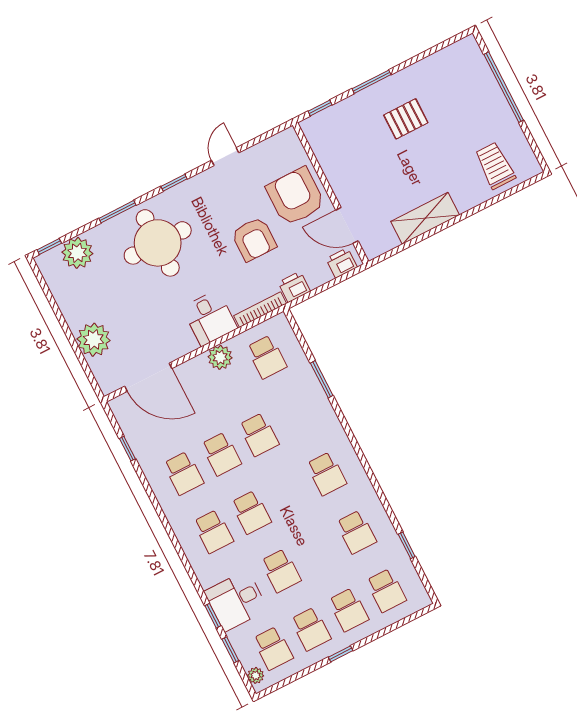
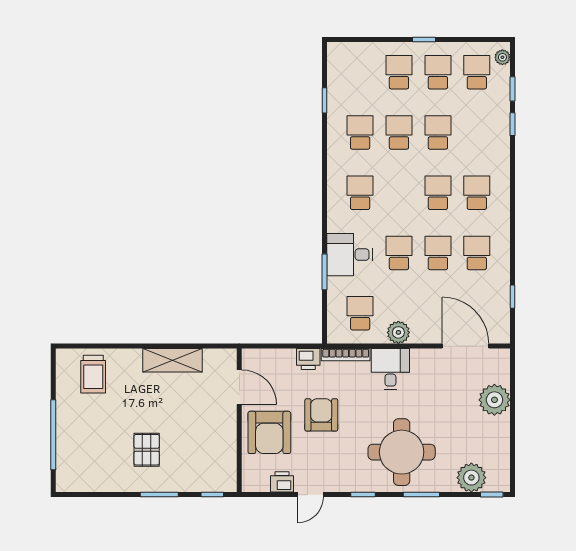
pallet: (406, 119) -> (147, 450), turned 90
printer: (342, 263) -> (282, 482), moved, turned 180
school desk: (386, 590) -> (399, 133), moved
desk: (236, 601) -> (350, 255), moved, turned 180

